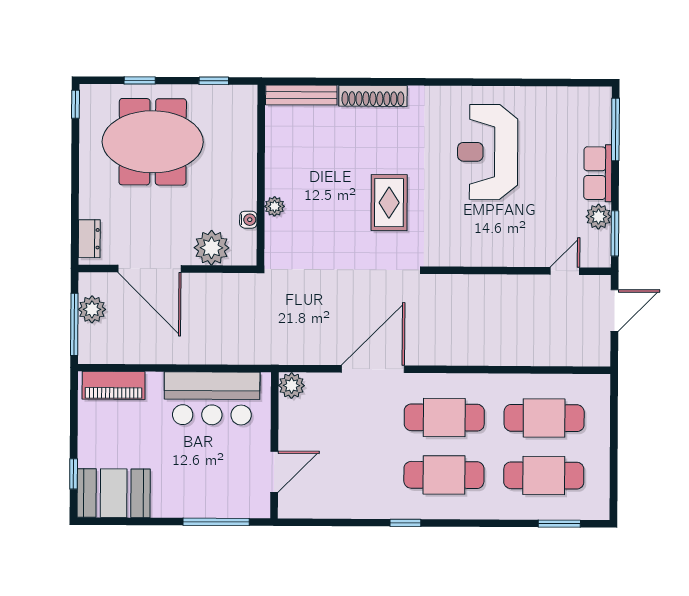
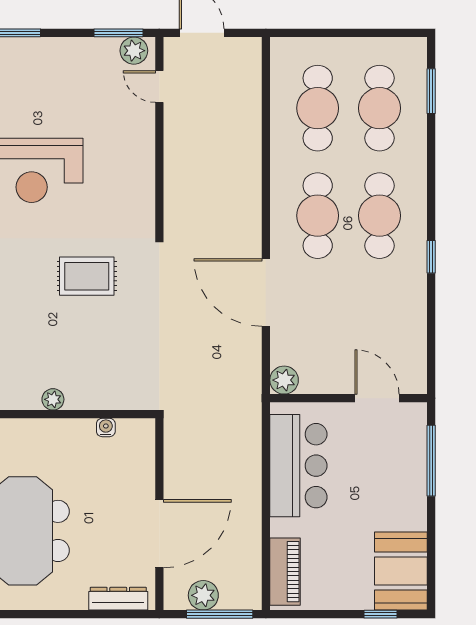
row of seats: (598, 173) -> (54, 52), removed
plant: (275, 206) -> (53, 399), moved
plant: (599, 217) -> (134, 51), moved
dresser: (89, 239) -> (118, 599), width x1.44
plant: (212, 248) -> (136, 467), removed

